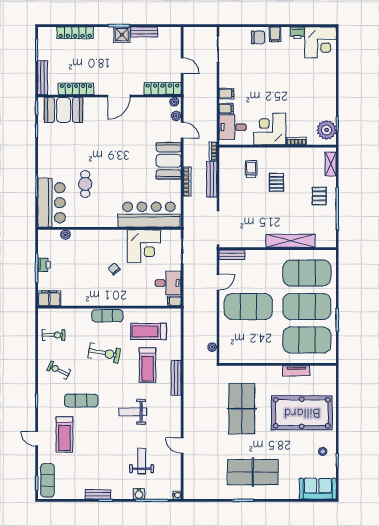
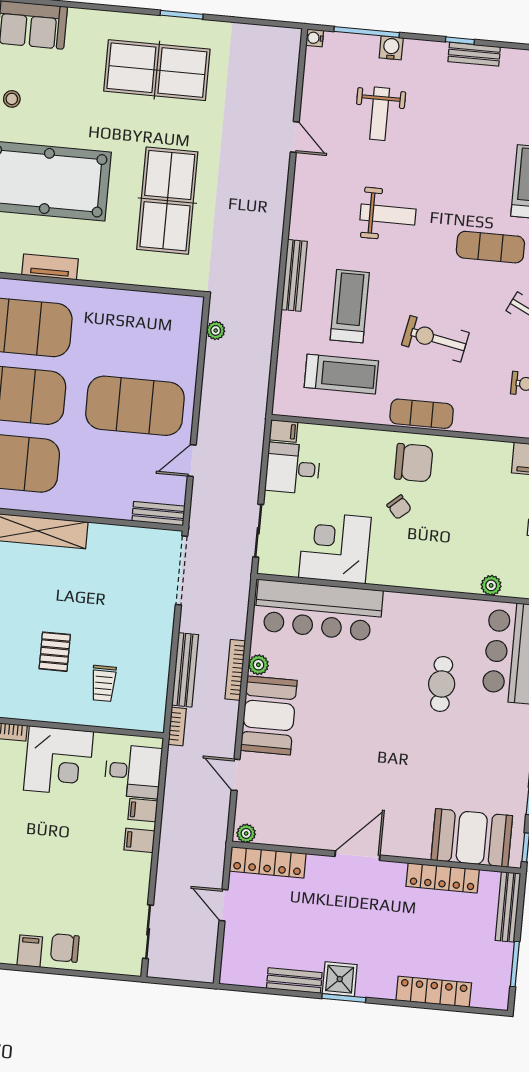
plant: (176, 116) -> (258, 665), moved
chair: (109, 291) -> (414, 463), added

